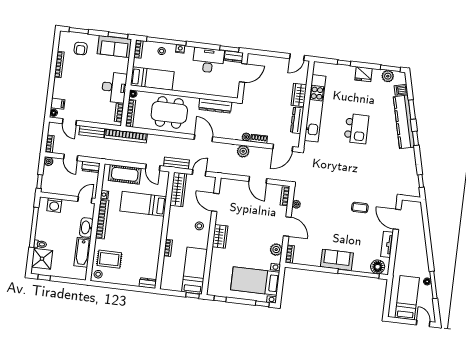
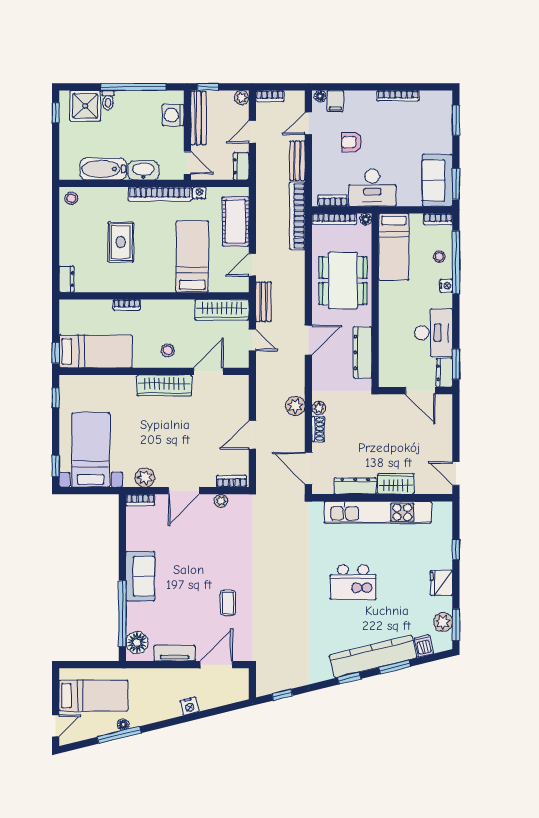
armchair: (81, 49) -> (352, 142), moved
bench: (58, 190) -> (198, 118), added
wardrobe: (220, 236) -> (164, 385), width x1.50
nightstand: (421, 239) -> (189, 706), added
rug: (109, 259) -> (121, 242), moved

